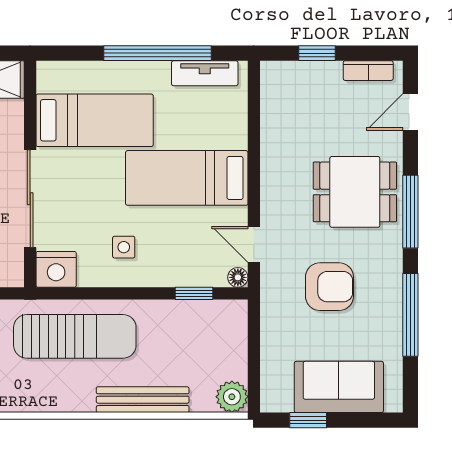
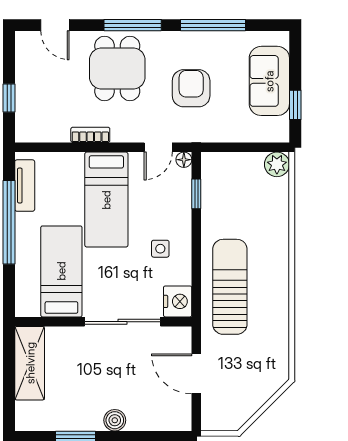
bookcase: (368, 71) -> (90, 135), moved, turned -90
bench: (143, 400) -> (279, 234), removed

